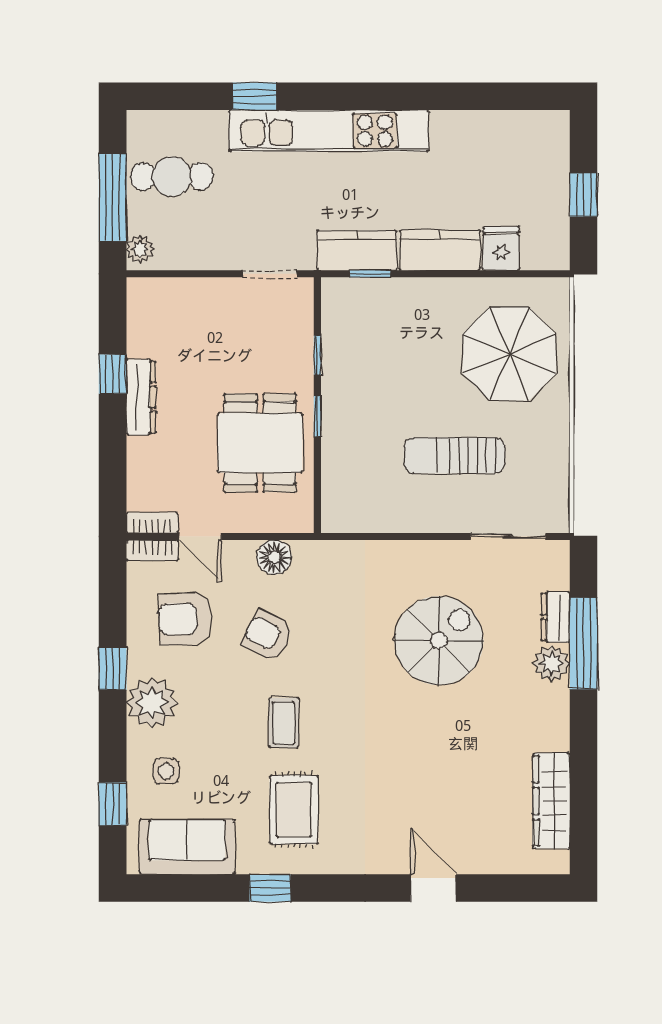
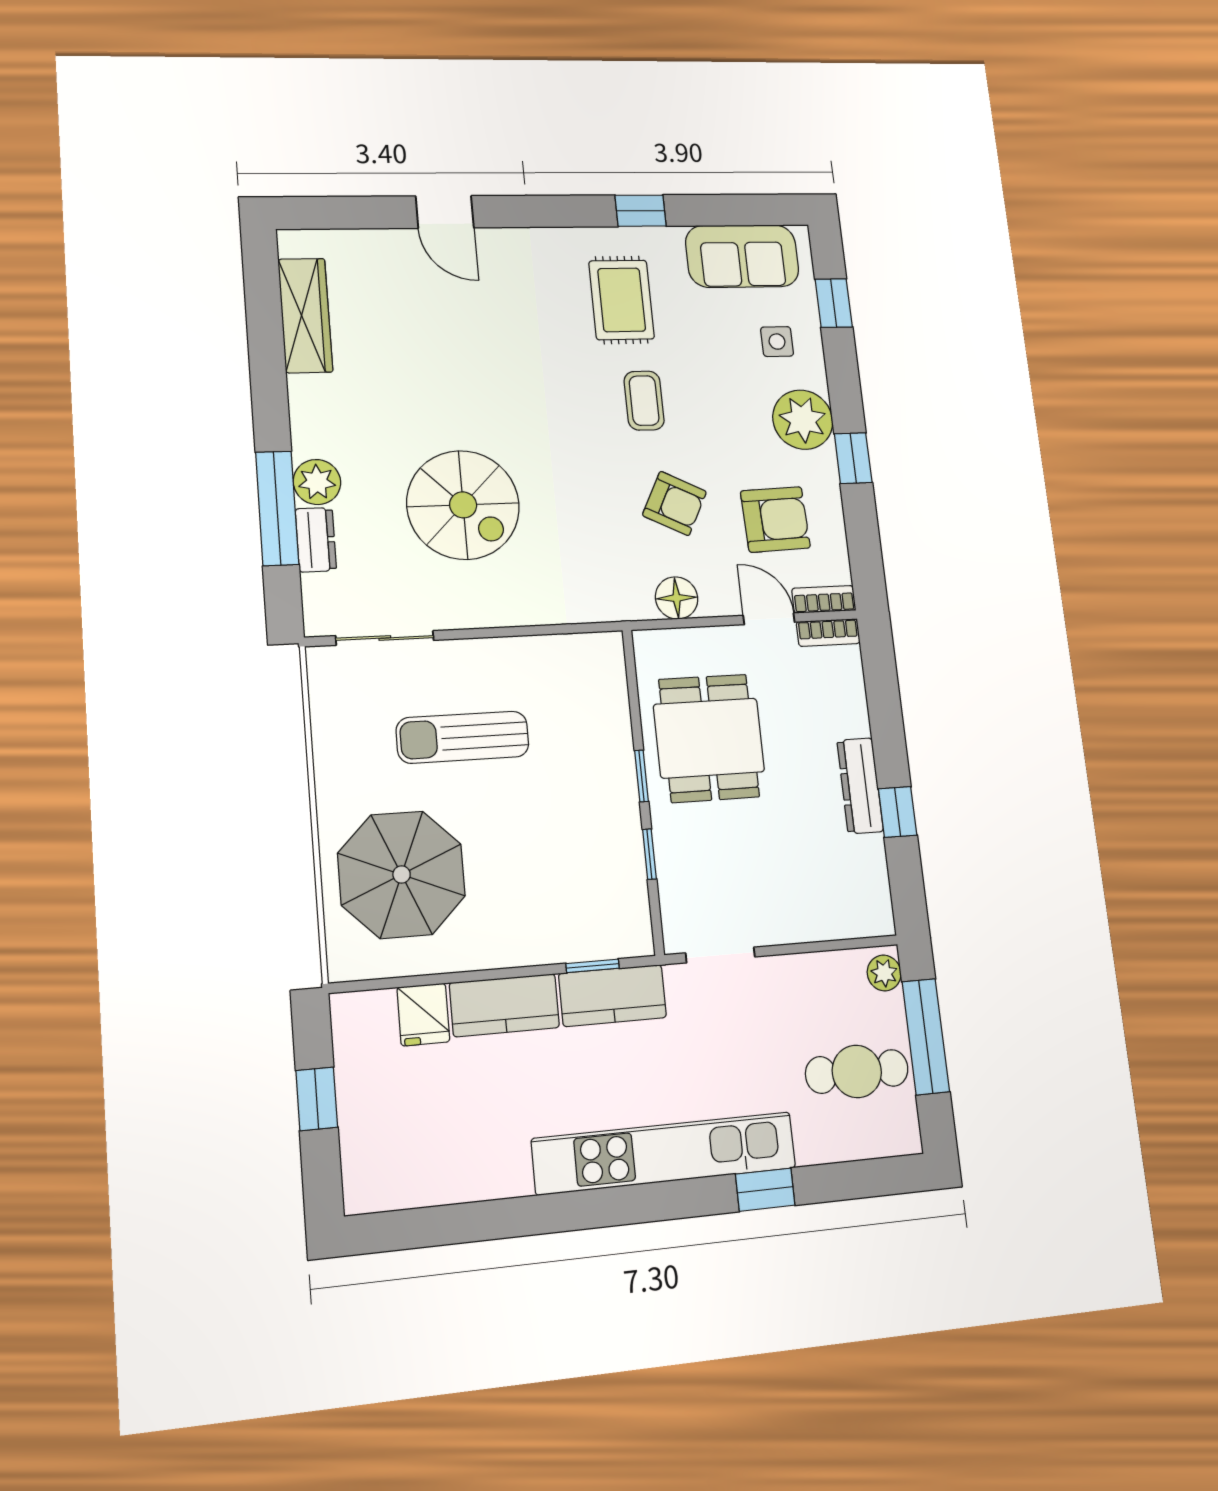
sun lounger: (455, 455) -> (463, 737), turned 180
spiral stairs: (439, 641) -> (463, 505), turned -90

